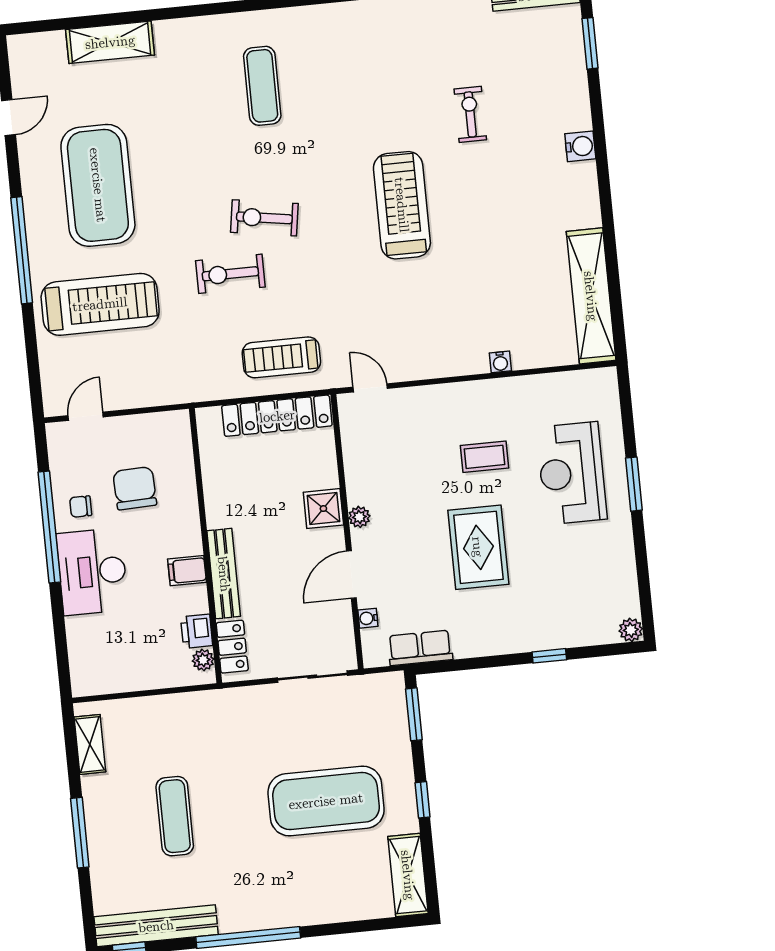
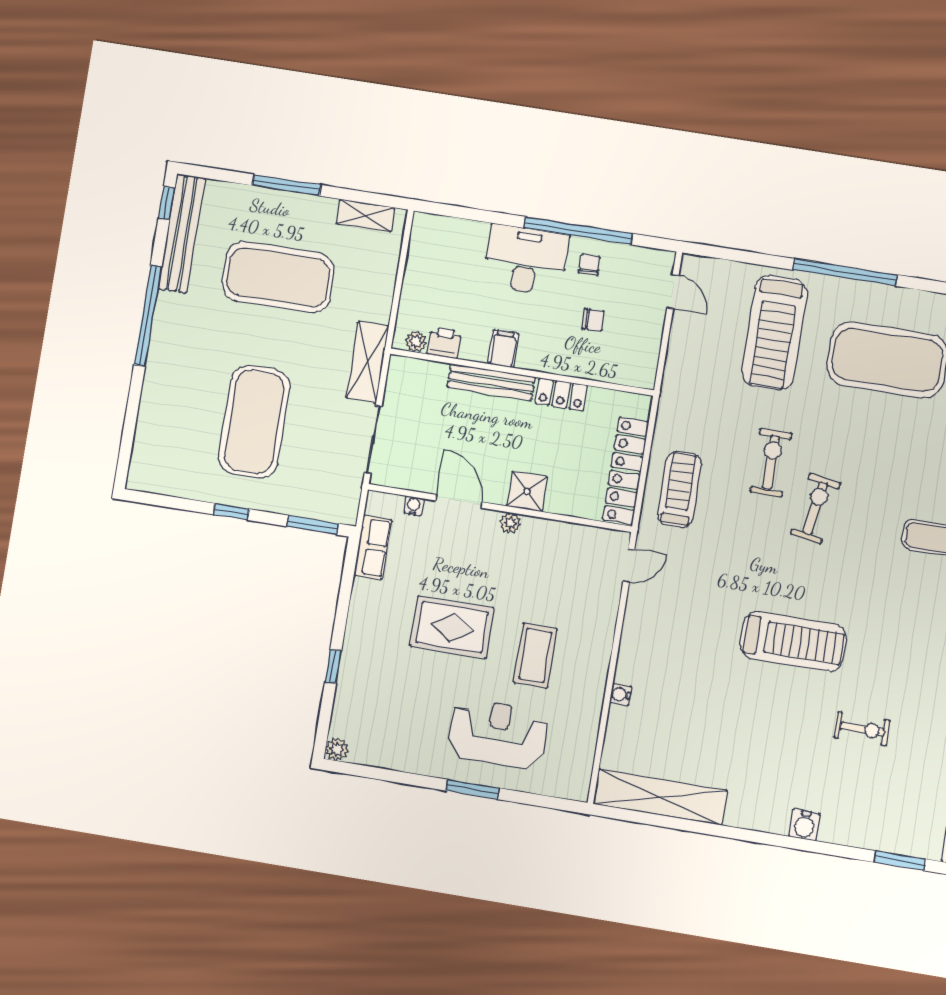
coffee table: (484, 457) -> (535, 656), width x1.36, depth x1.30
chair: (135, 488) -> (593, 320), width x0.54, depth x0.54
locker: (232, 647) -> (561, 394), moved
exercise mat: (175, 816) -> (278, 277), width x2.00, depth x1.45
shelving: (408, 875) -> (367, 362), moved, turned 90

